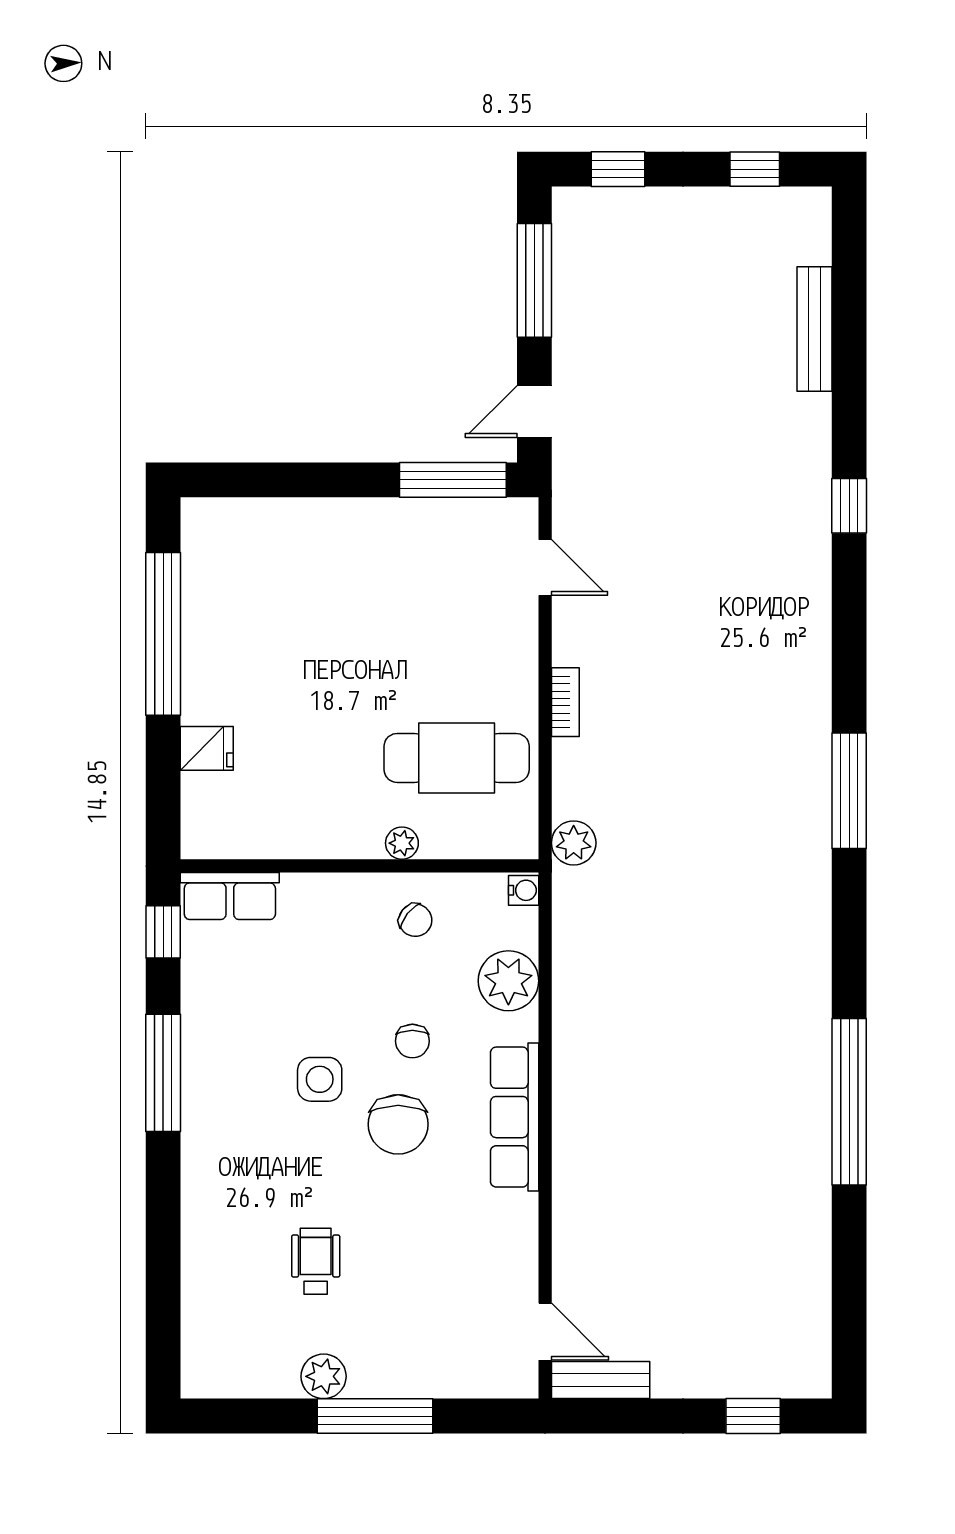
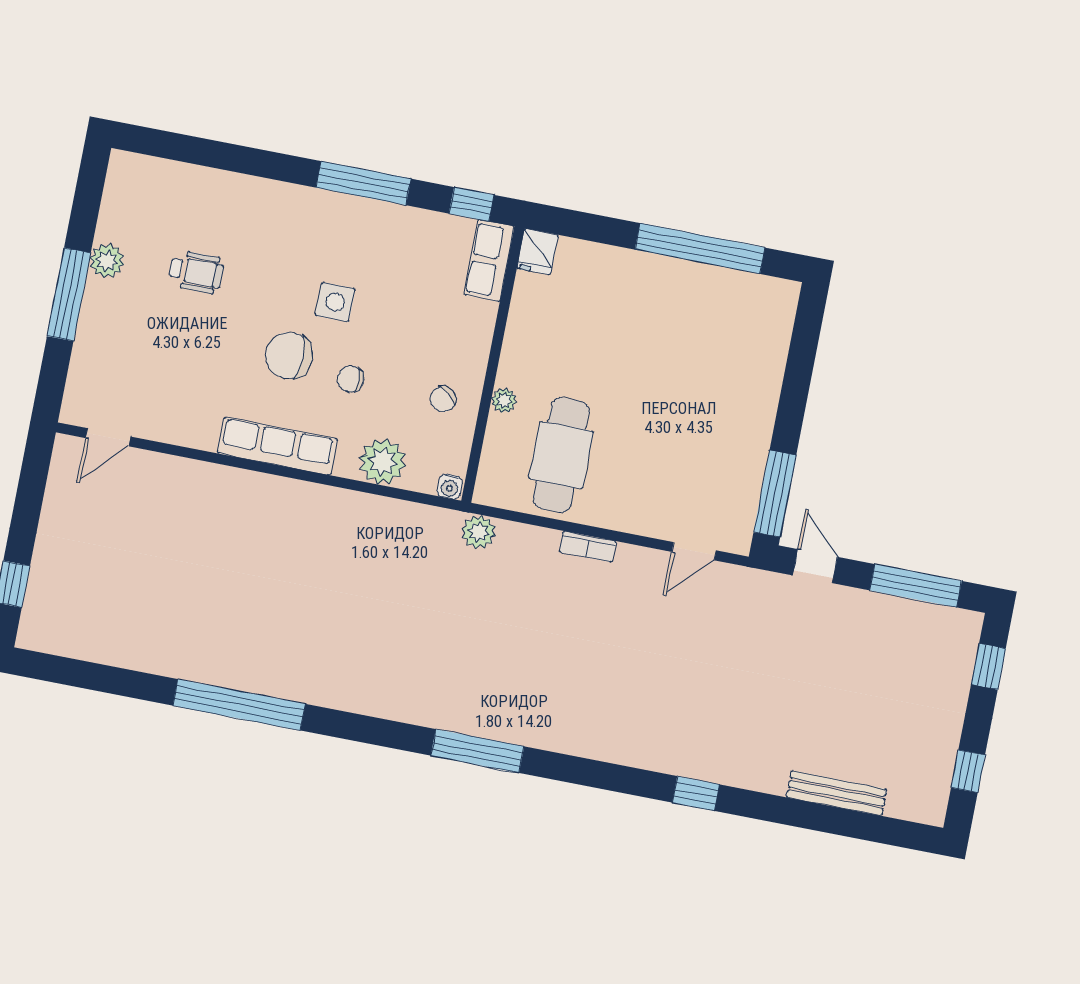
fridge: (207, 748) -> (537, 252), moved
bench: (601, 1380) -> (63, 473), removed

